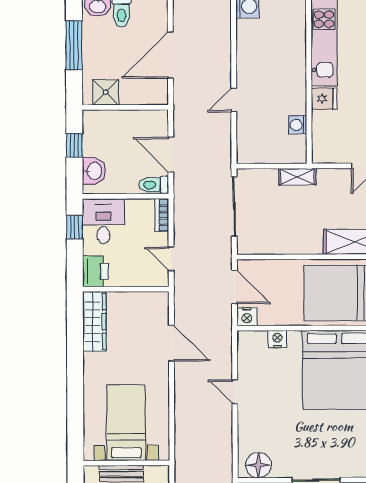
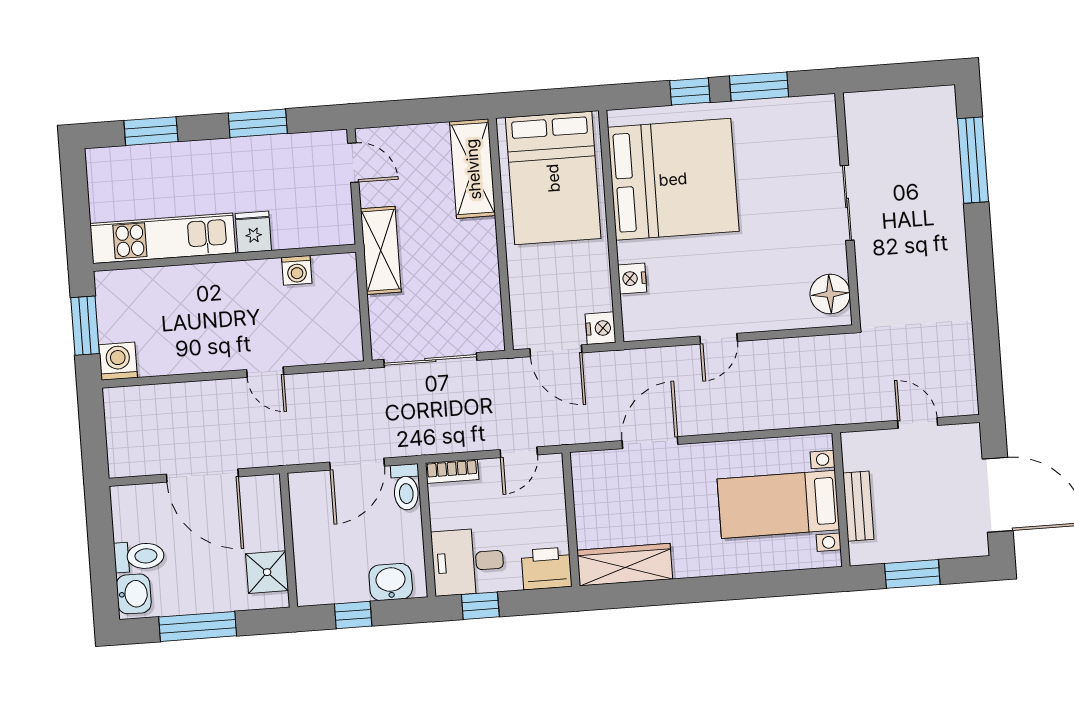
shelving: (297, 177) -> (381, 250), width x1.50, depth x1.33
door: (234, 287) -> (556, 351), swing flipped

